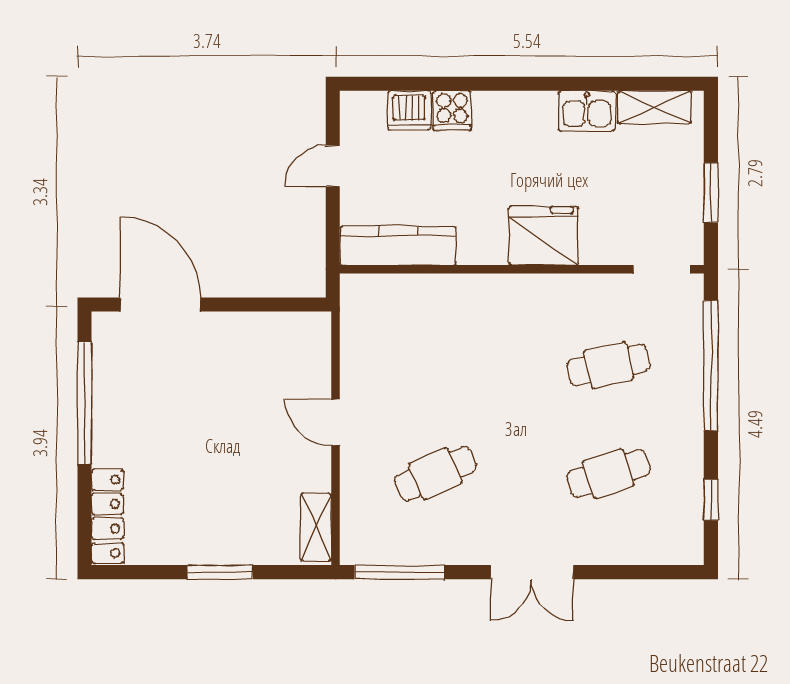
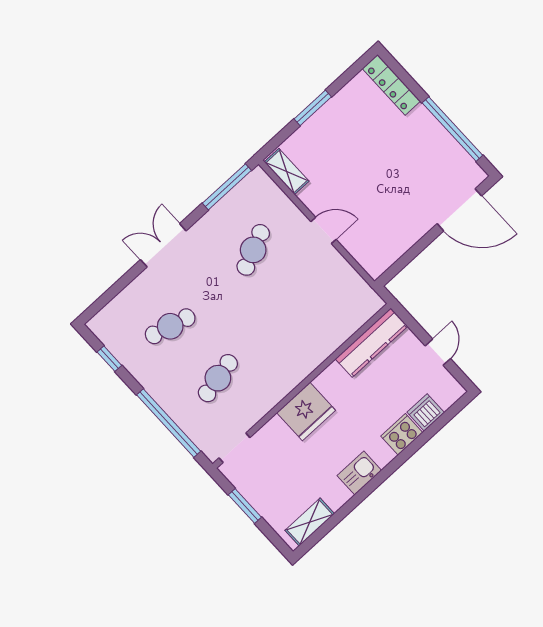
cooker: (452, 111) -> (402, 434), width x1.36
kitchen sink: (587, 111) -> (359, 473), moved
cafe table: (608, 473) -> (170, 326), turned 33

